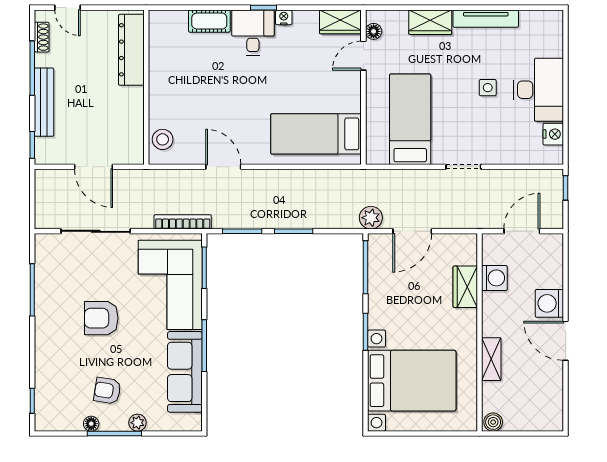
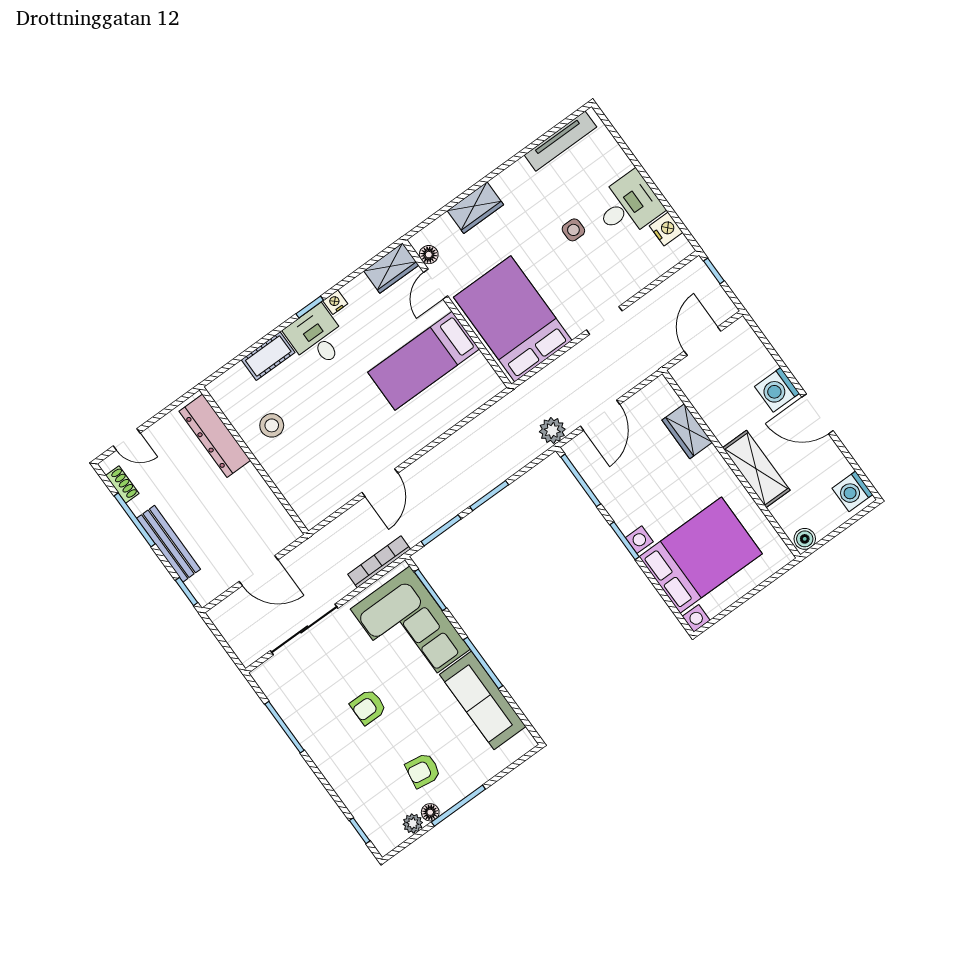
tv unit: (486, 19) -> (560, 141), moved
desk: (539, 90) -> (628, 205), width x0.73
bed: (410, 119) -> (513, 319), width x1.50
bed: (316, 134) -> (424, 361), moved
stool: (163, 139) -> (272, 425), moved
door: (223, 167) -> (380, 483), swing flipped
washing machine: (494, 278) -> (852, 491), moved, turned 180
armchair: (101, 318) -> (368, 707), width x0.72, depth x0.72
shelving: (491, 359) -> (756, 469), width x1.50, depth x1.33
plant: (137, 423) -> (413, 823), moved

